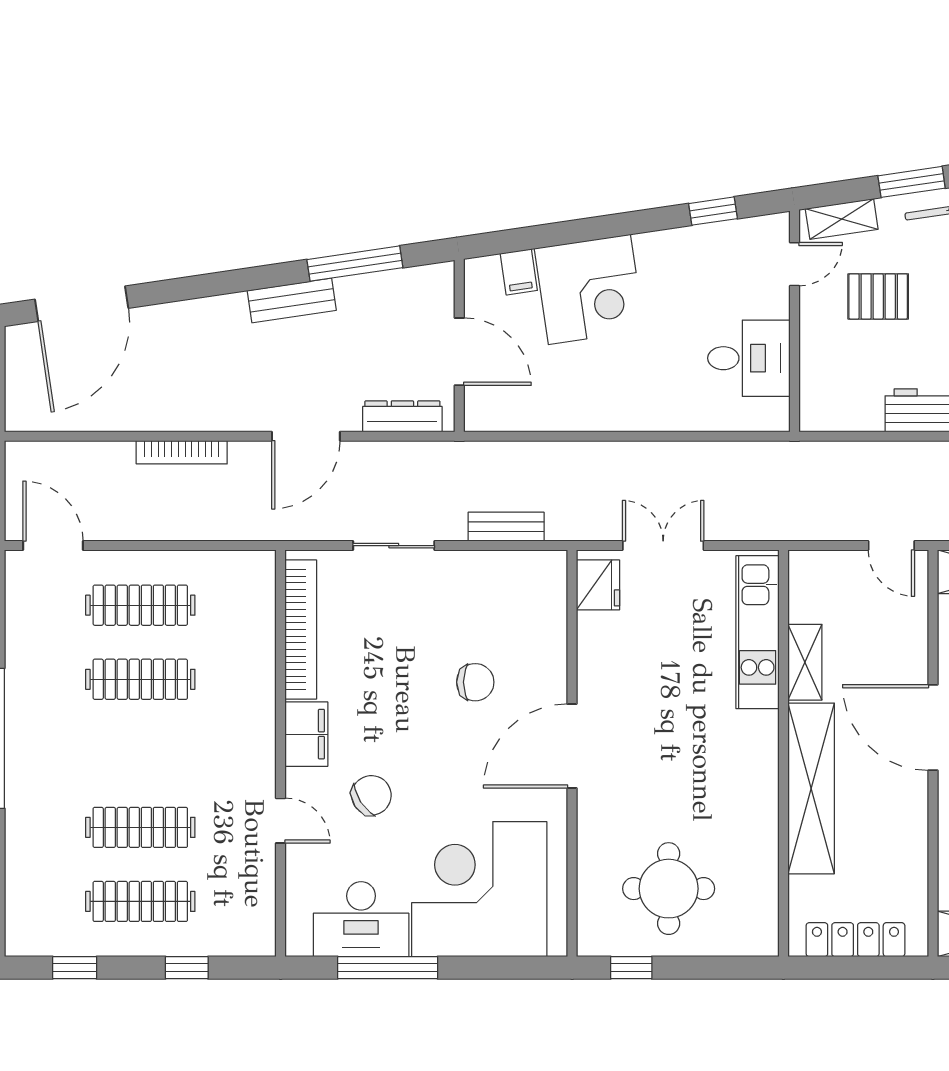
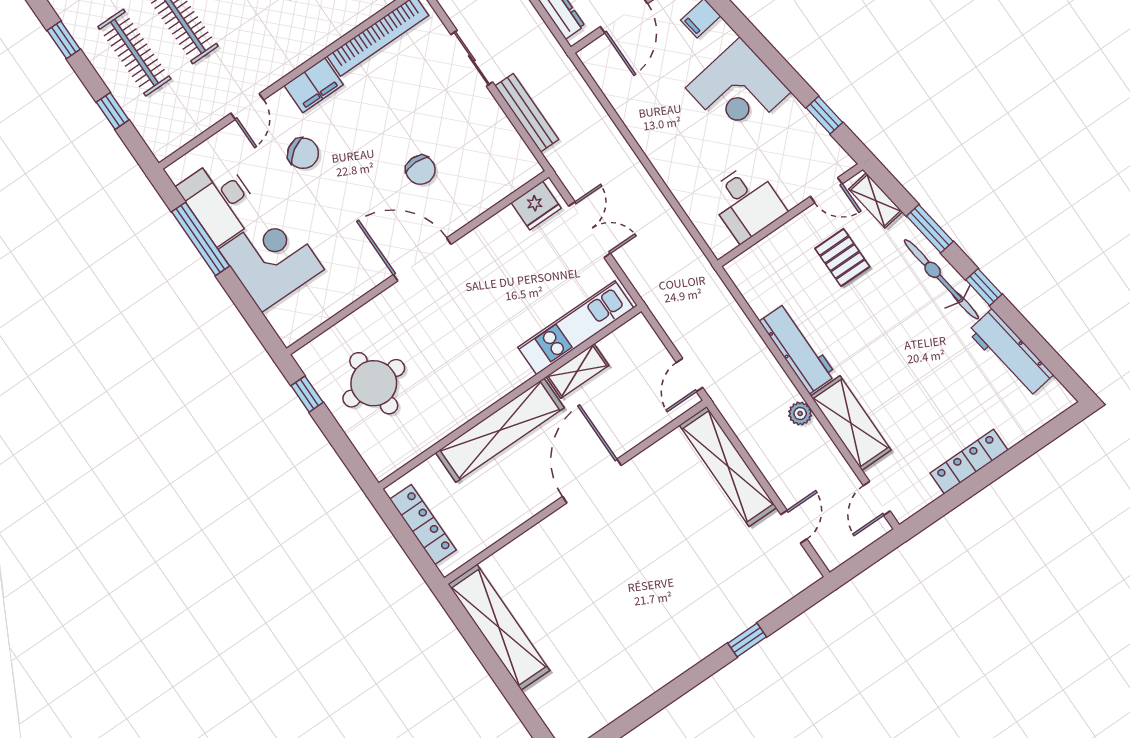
corner desk: (589, 289) -> (738, 90), moved
bench: (506, 527) -> (527, 113), width x1.36
corner desk: (479, 889) -> (271, 259), width x0.74, depth x0.74

